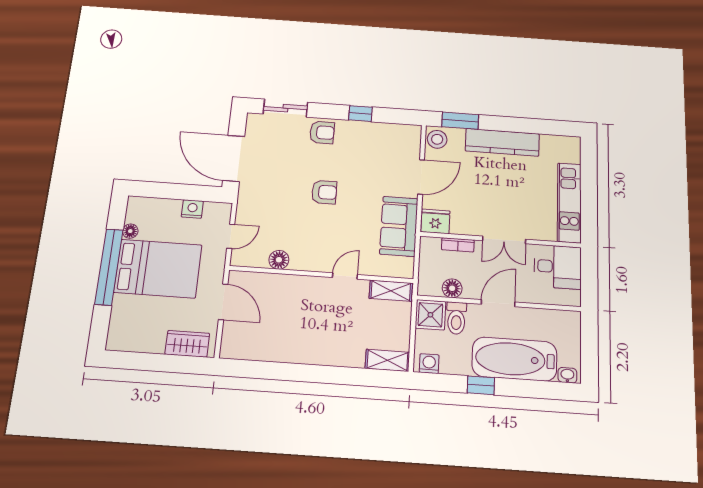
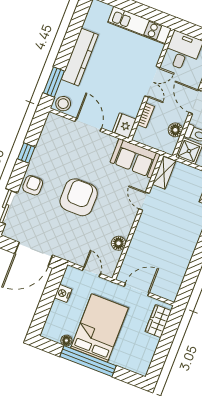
armchair: (324, 192) -> (79, 197), width x1.88, depth x1.88
sofa: (399, 226) -> (135, 158), moved

